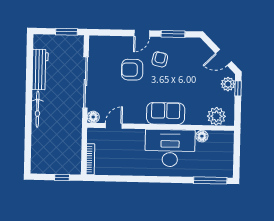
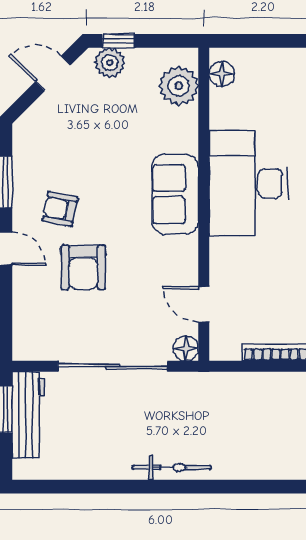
door: (224, 57) -> (53, 73), swing flipped
workbench: (40, 70) -> (28, 415), moved, turned 90
floor lamp: (202, 136) -> (222, 74), moved

